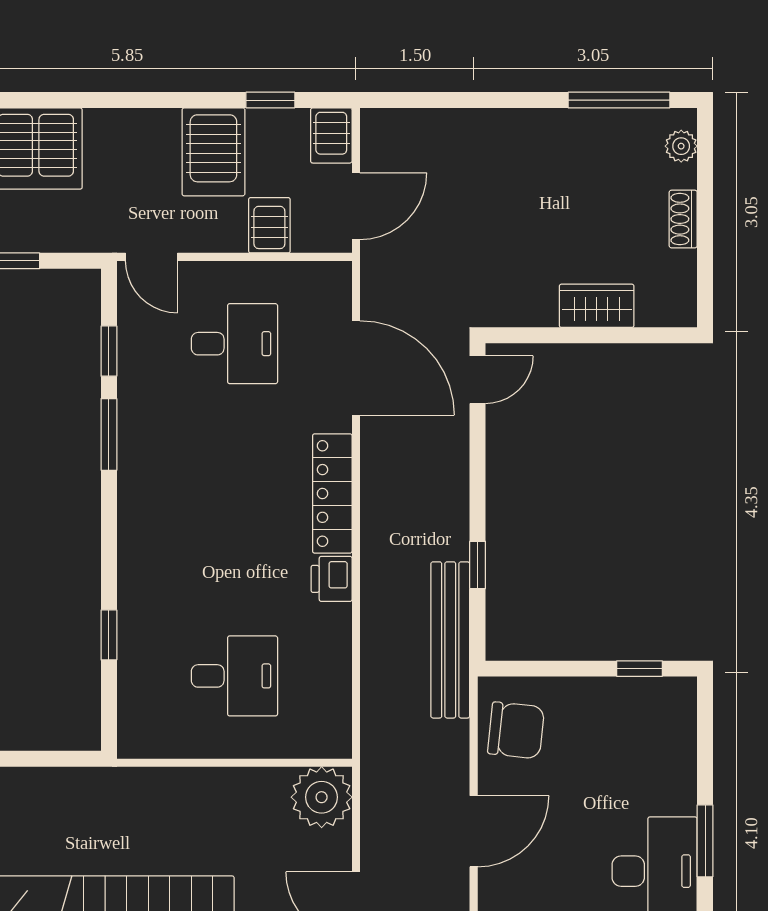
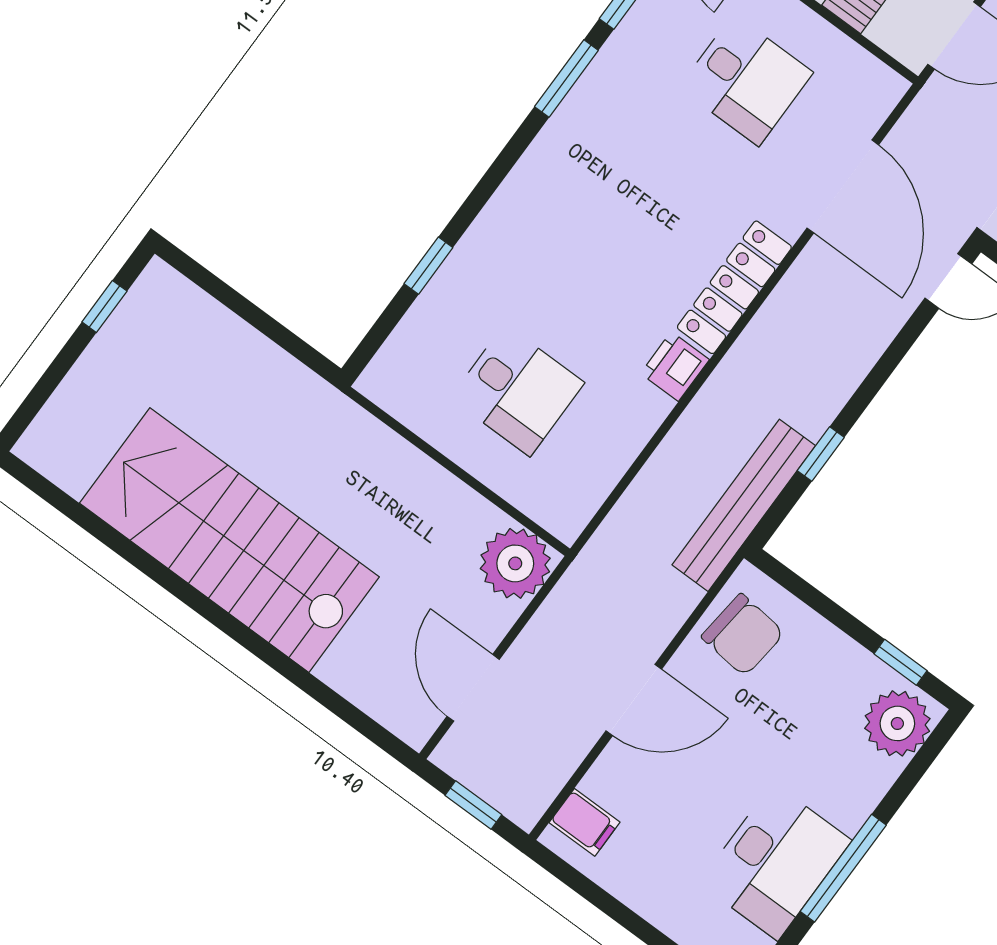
plant: (669, 713) -> (897, 723), added
window: (705, 841) -> (843, 868), width x1.44

